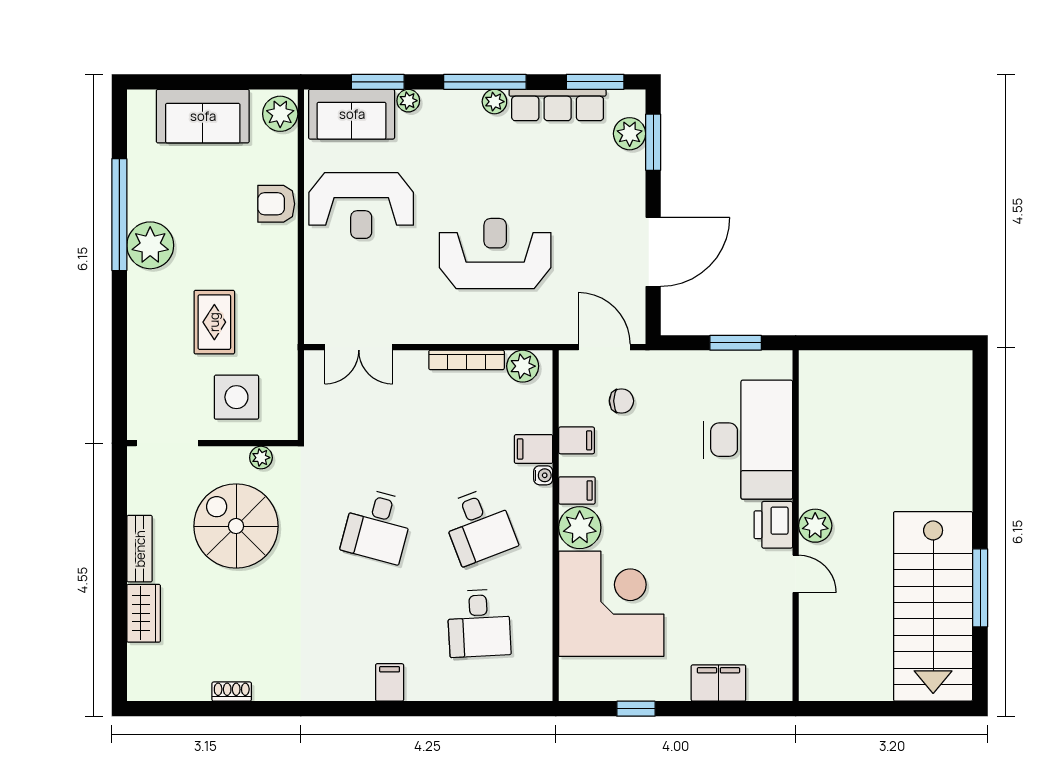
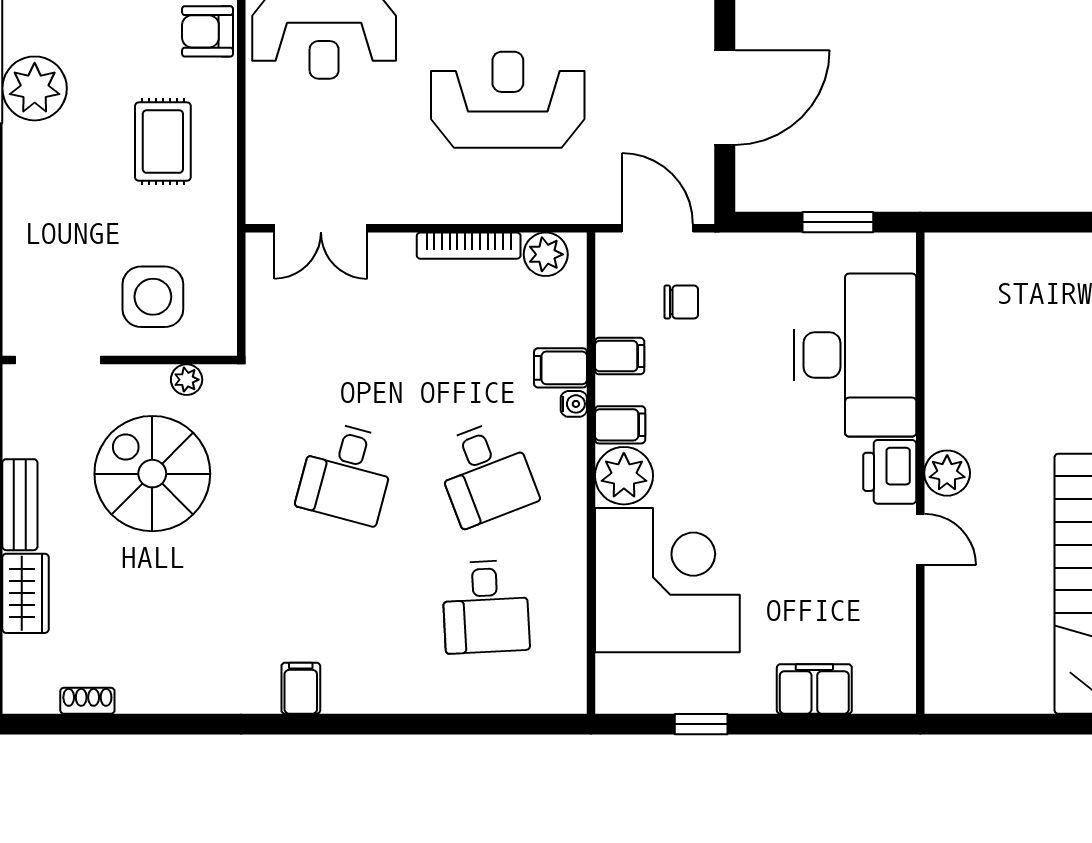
rug: (214, 322) -> (163, 142), moved
filing cabinet: (390, 682) -> (301, 688), moved
shoe rack: (232, 692) -> (87, 701), moved

